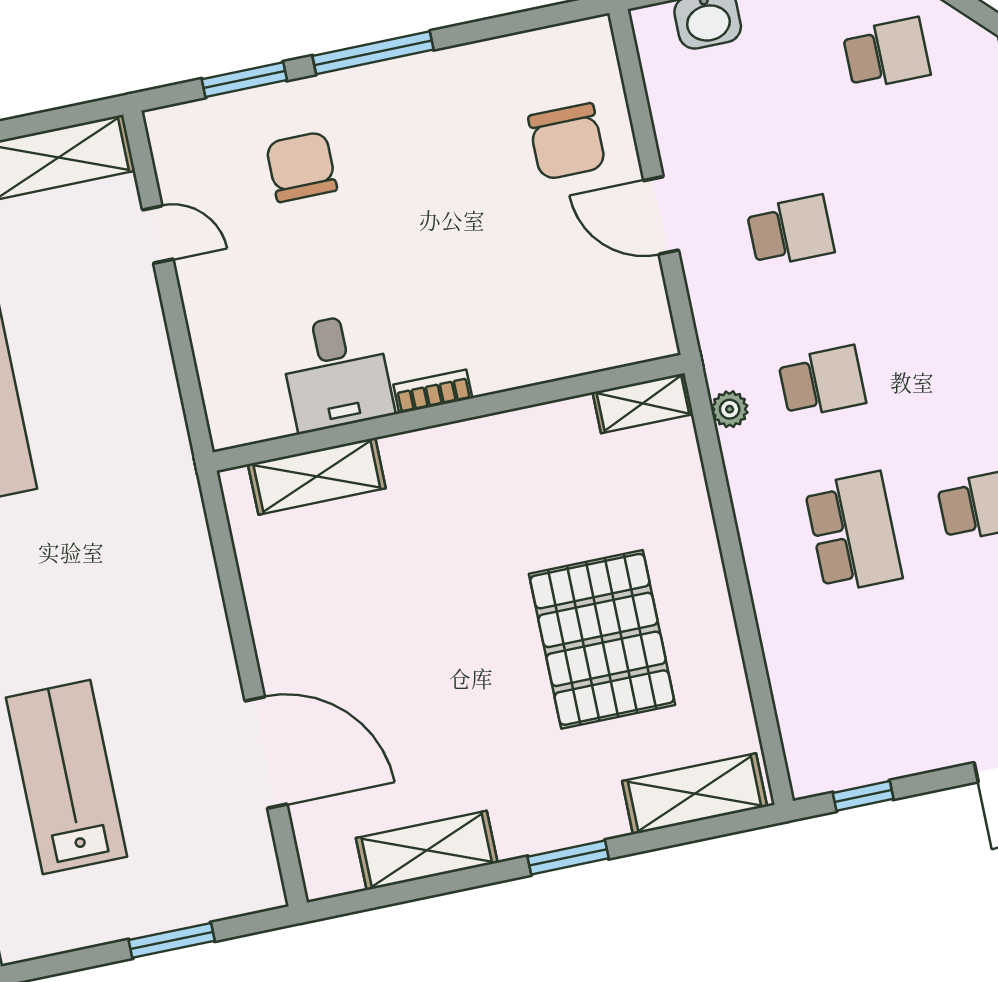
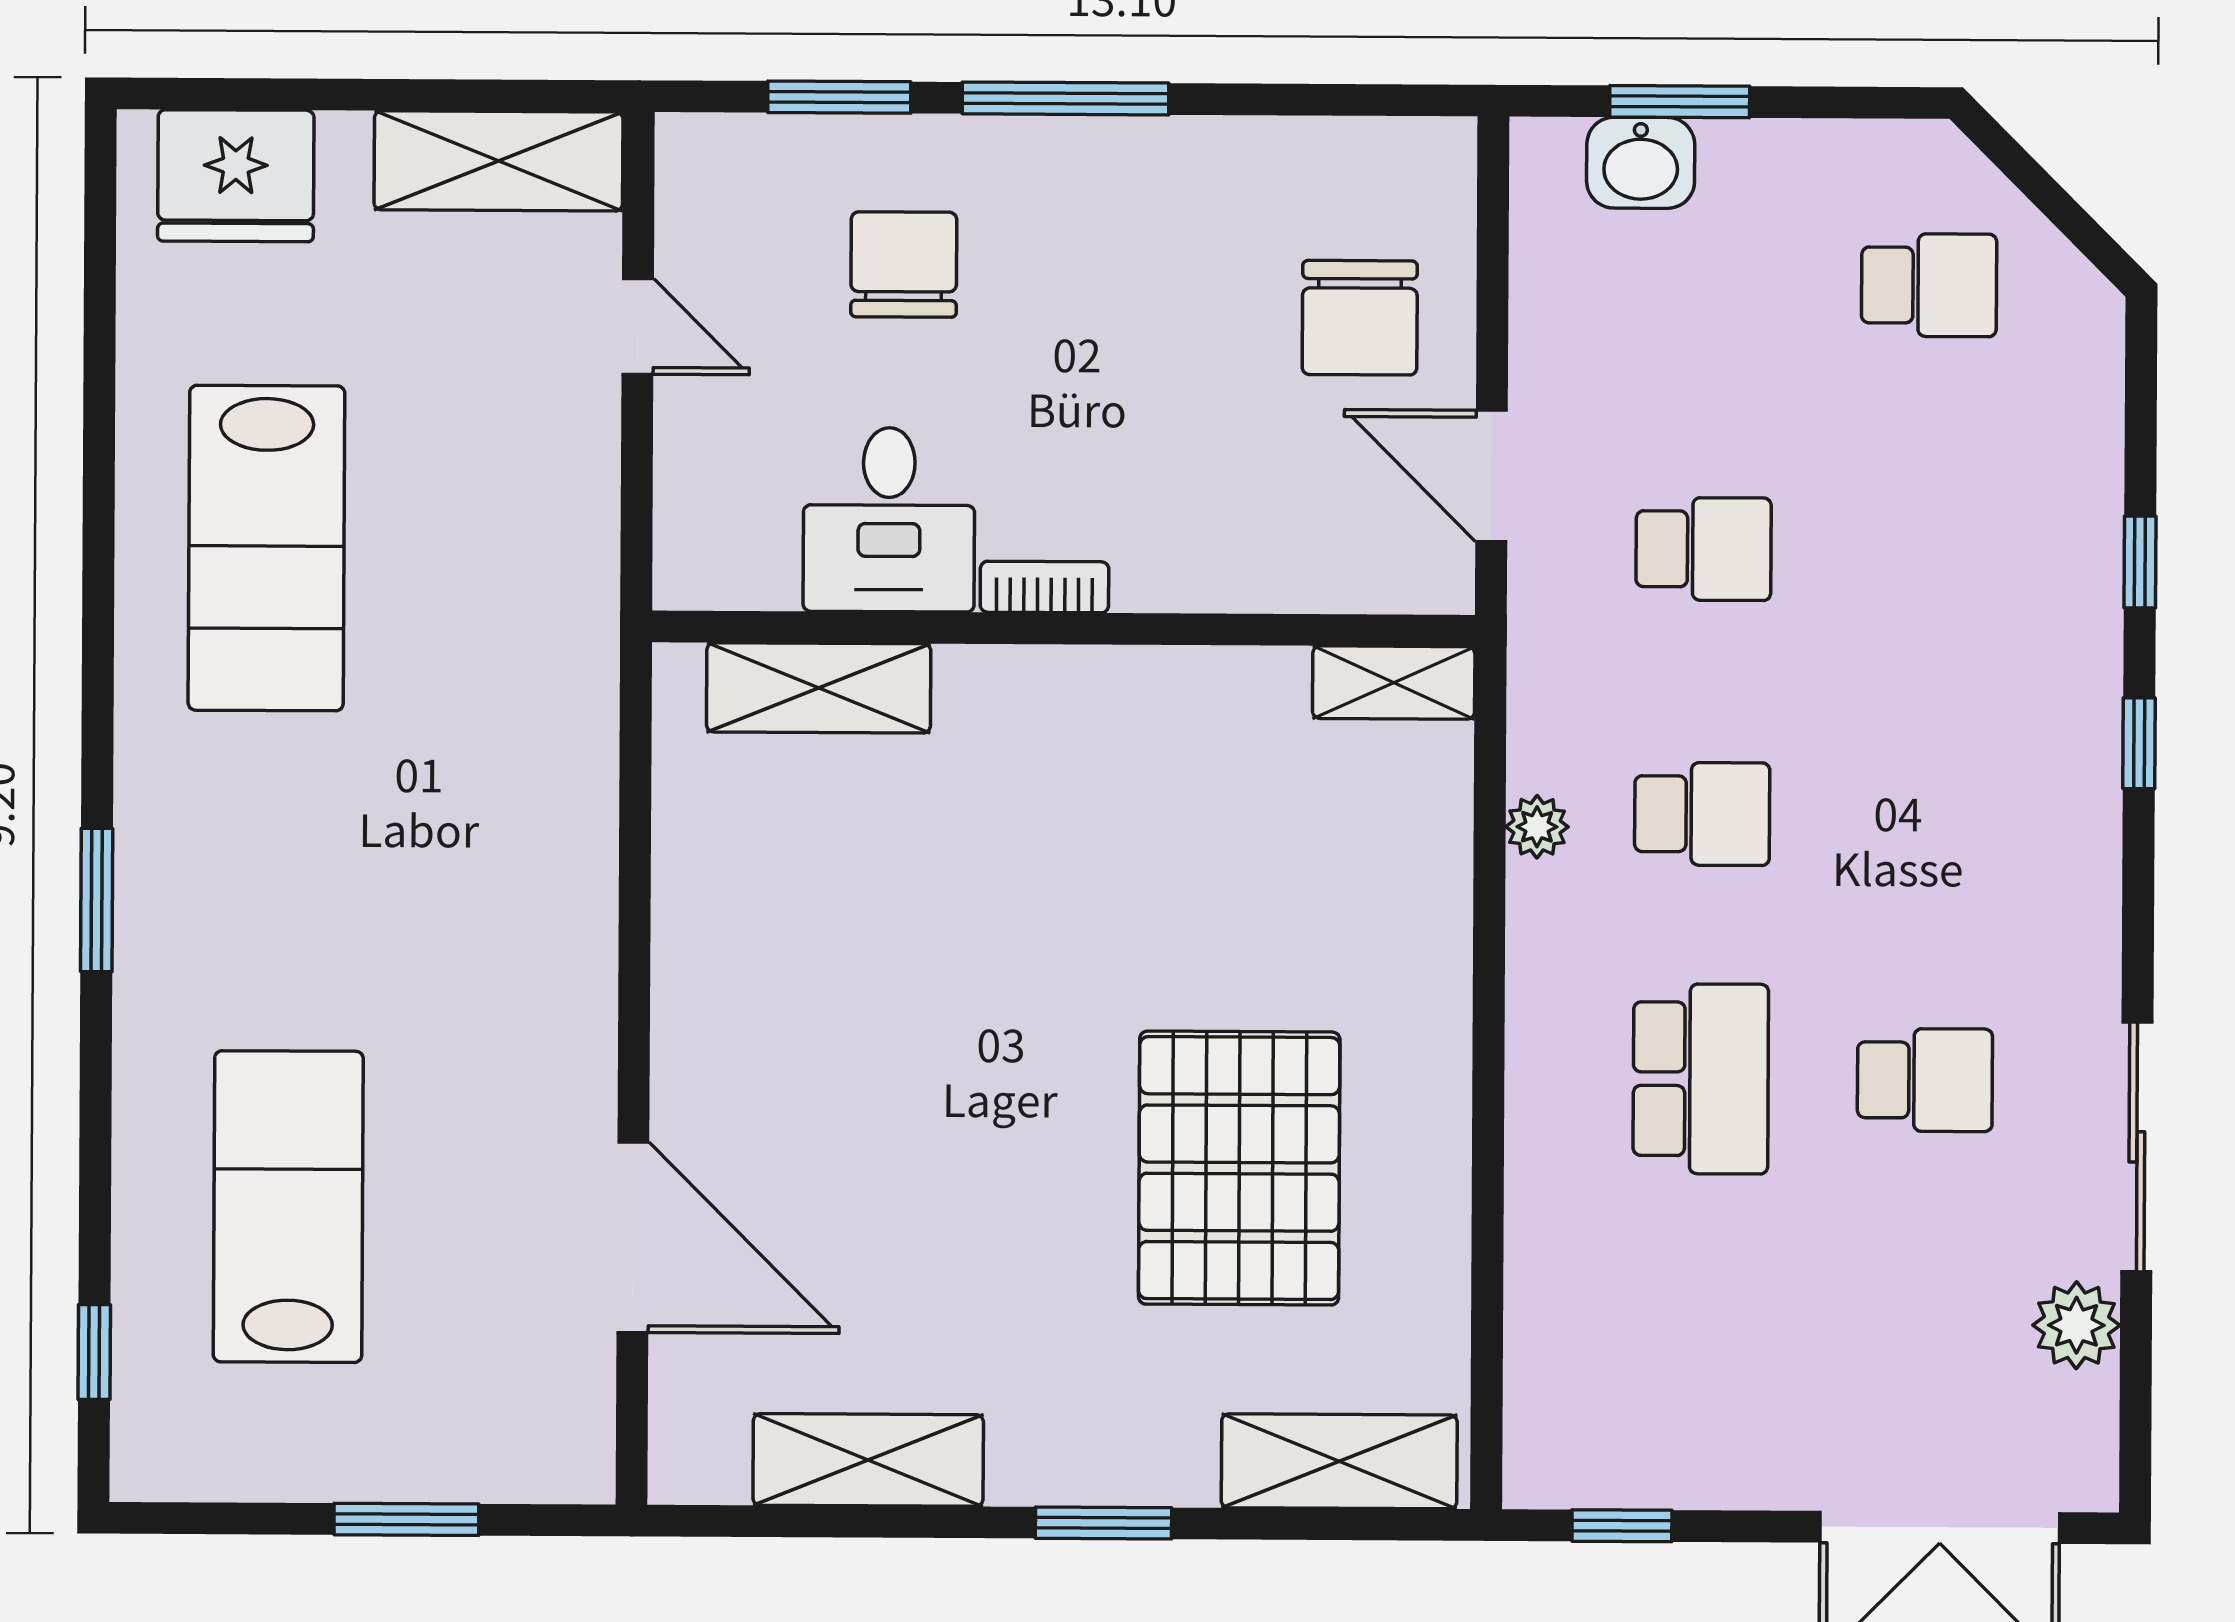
desk: (336, 372) -> (889, 520), moved
bookcase: (433, 391) -> (1044, 587), moved
shelving: (643, 403) -> (1394, 683), moved
wall: (449, 413) -> (1063, 629), moved
shelving: (317, 476) -> (819, 688), moved

